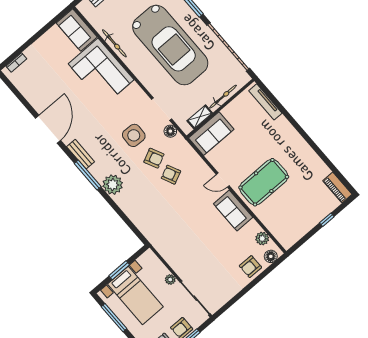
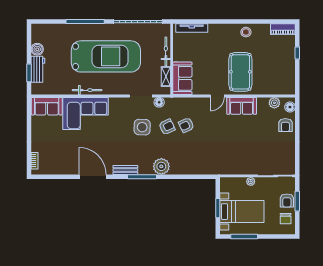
bicycle: (114, 43) -> (87, 90), moved
stool: (305, 155) -> (246, 32), added

